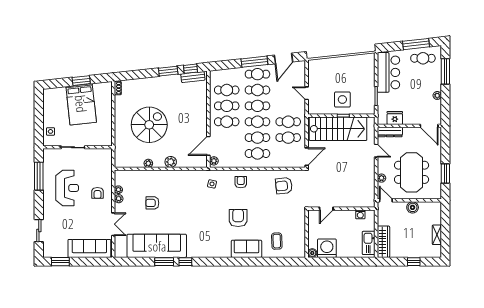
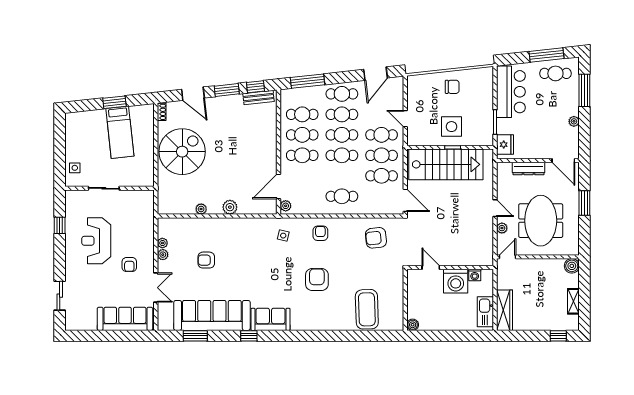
window: (254, 62) -> (308, 81), moved
chair: (343, 69) -> (452, 87), added
door: (142, 74) -> (193, 94), added
bed: (81, 104) -> (120, 132), width x0.67
fridge: (395, 118) -> (505, 145), moved, turned 90
spiral stairs: (149, 125) -> (182, 152), moved
dresser: (390, 132) -> (528, 168), moved
cafe table: (257, 138) -> (382, 135), moved
door: (376, 151) -> (495, 208), moved
door: (307, 157) -> (405, 200), hinge flipped
window: (445, 173) -> (584, 203), moved
window: (39, 176) -> (60, 225), width x0.46
reception desk: (67, 188) -> (96, 241), turned 180
armchair: (97, 193) -> (129, 265), moved
door: (386, 200) -> (508, 257), hinge flipped
boiler: (413, 207) -> (572, 266), moved
door: (326, 209) -> (431, 267), swing flipped
coffee table: (277, 241) -> (367, 309), width x1.86, depth x1.72
washing machine: (327, 248) -> (456, 281), moved, turned 180
sofa: (247, 249) -> (271, 319), moved
window: (60, 262) -> (88, 336), removed
window: (164, 262) -> (195, 336), moved
window: (414, 262) -> (558, 336), moved

